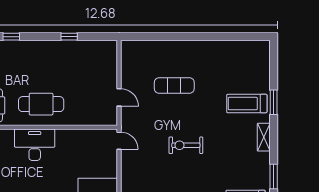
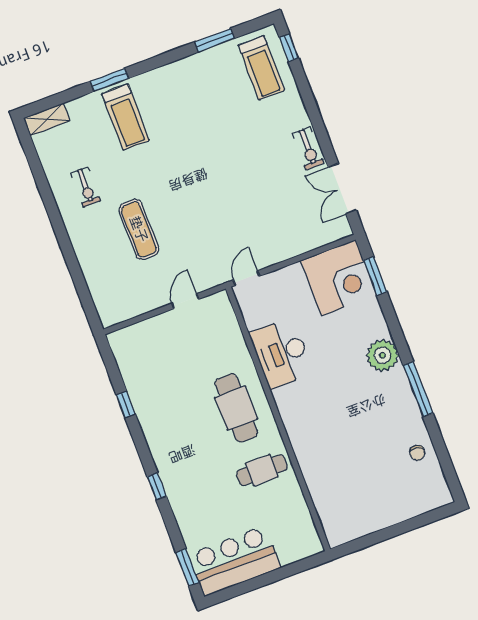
shelving: (264, 137) -> (47, 119), moved
desk: (35, 145) -> (281, 353), moved
exercise bike: (186, 145) -> (86, 187), moved, width x0.73, depth x0.72

